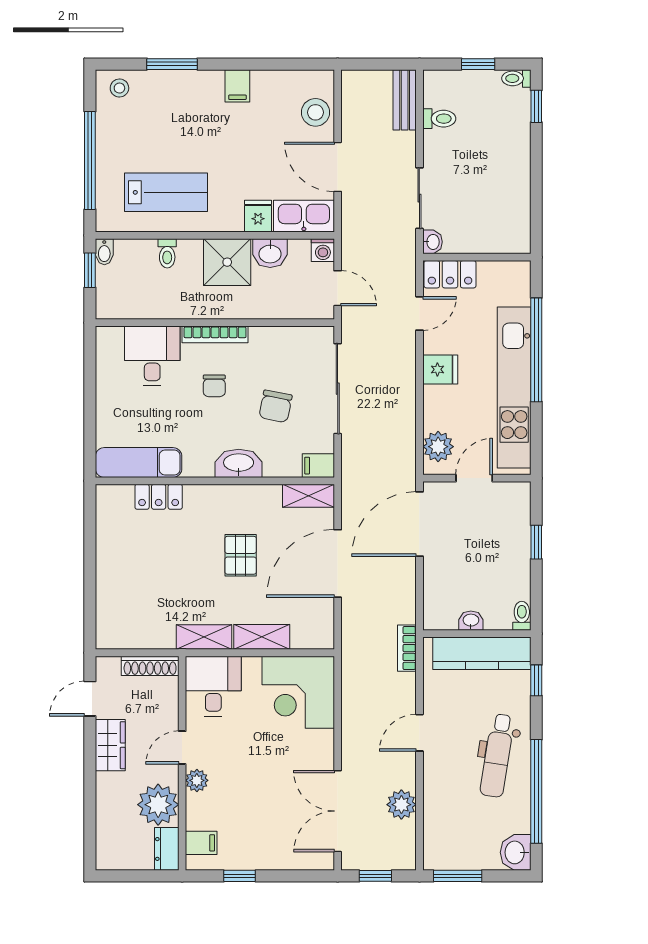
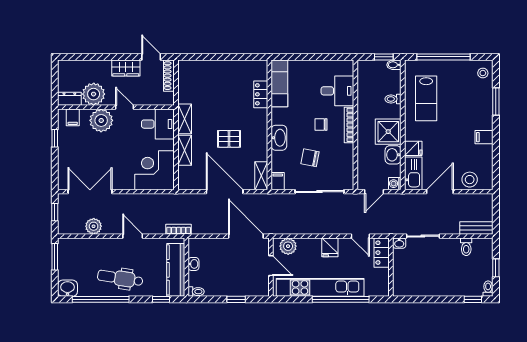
shoe rack: (150, 666) -> (169, 76), moved
plant: (197, 780) -> (101, 120), width x1.87, depth x1.87

